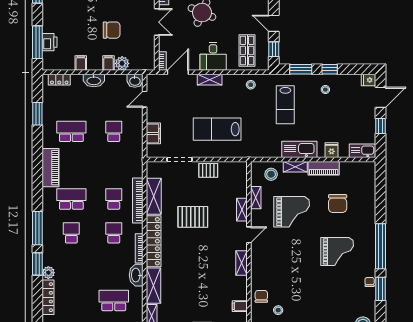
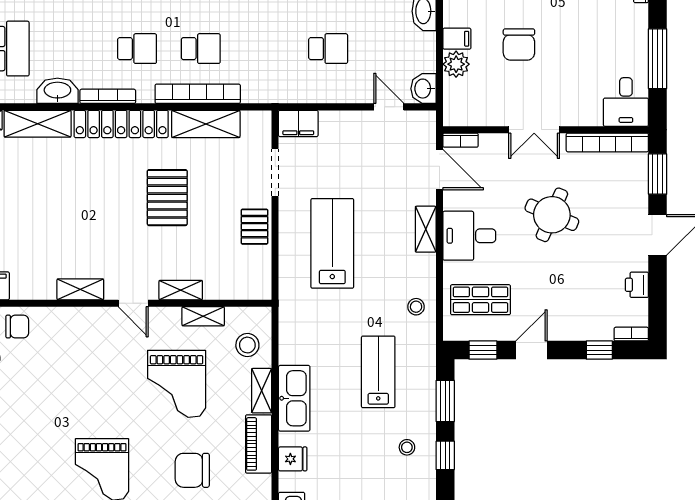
lab bench: (285, 105) -> (378, 372), turned 90
filing cabinet: (153, 133) -> (298, 123), moved

